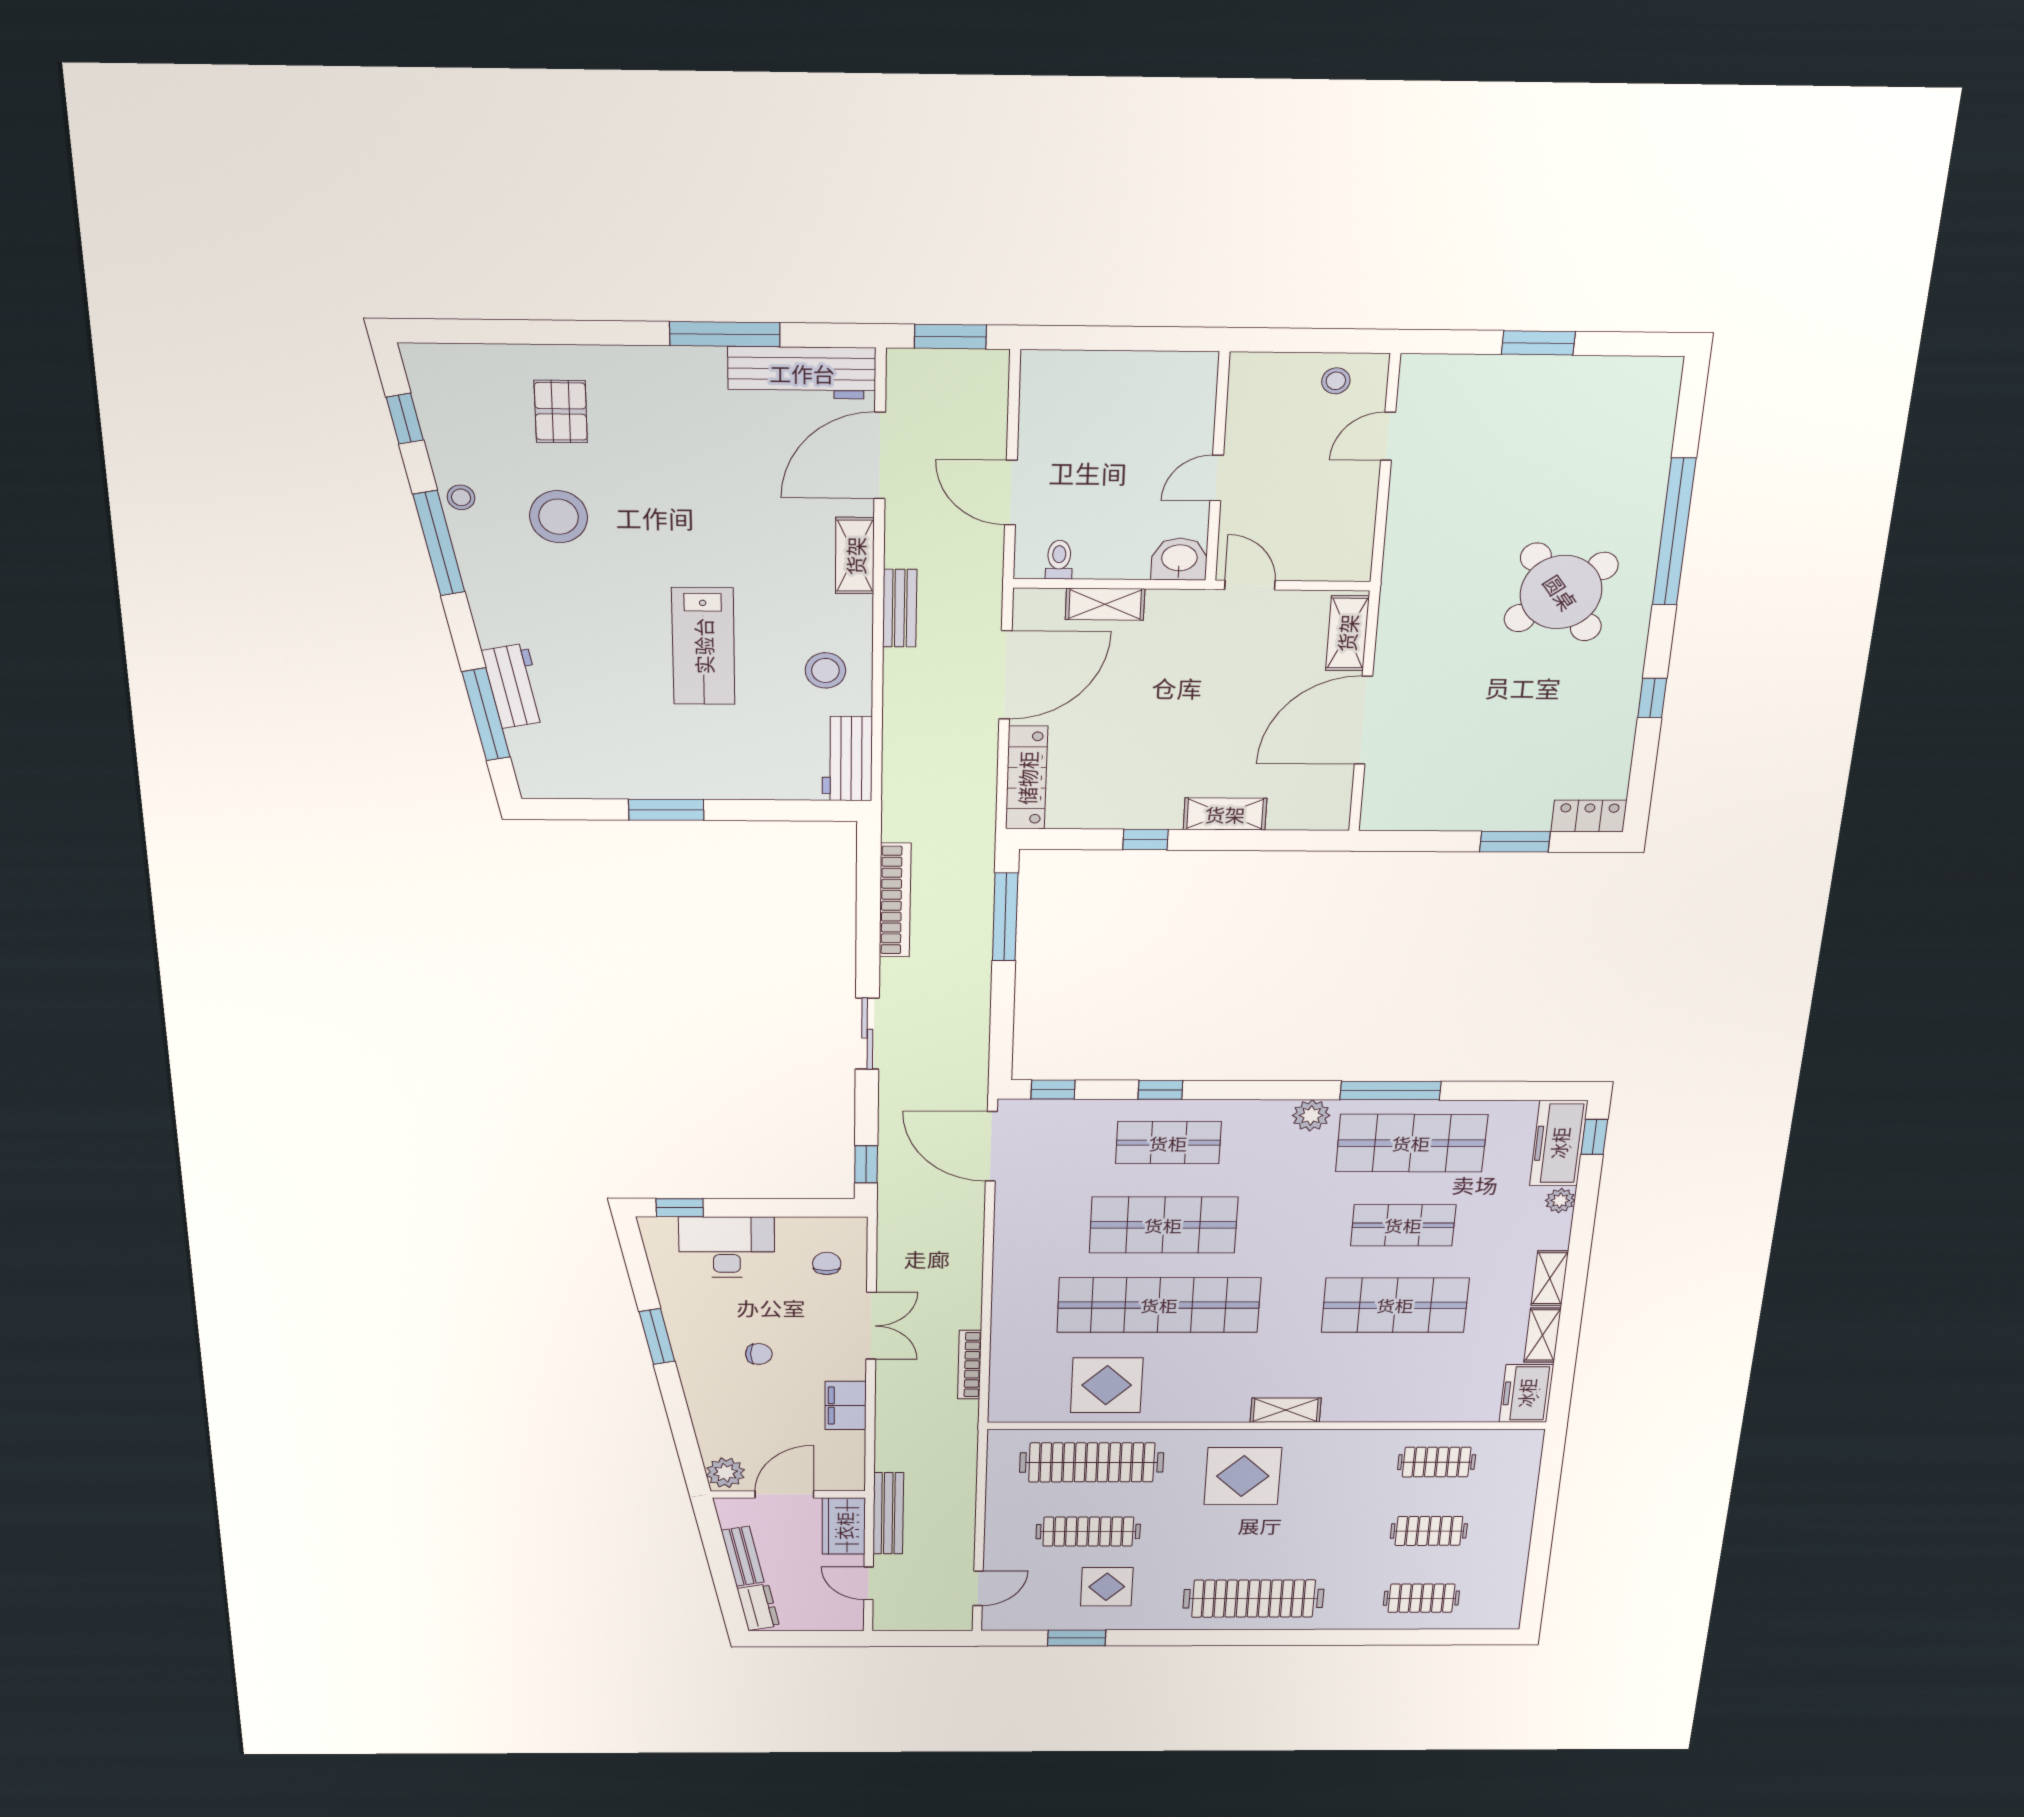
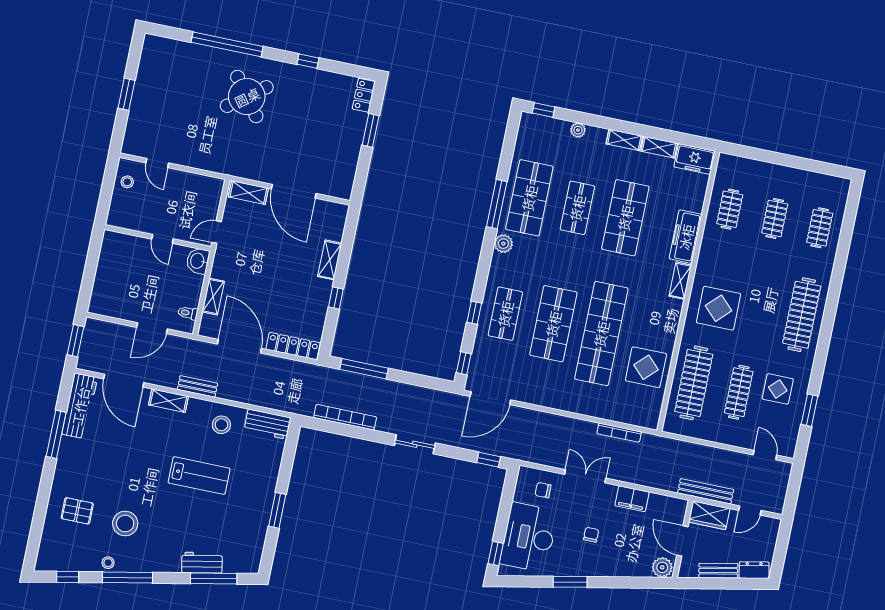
freezer: (1559, 1143) -> (686, 237), moved, turned 90
desk: (727, 1247) -> (529, 537), width x1.36, depth x1.30

